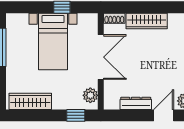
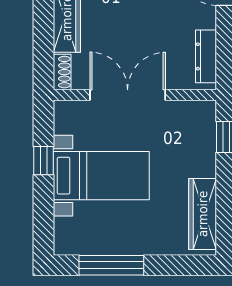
plant: (90, 95) -> (192, 113), removed
dresser: (136, 103) -> (206, 56), moved

